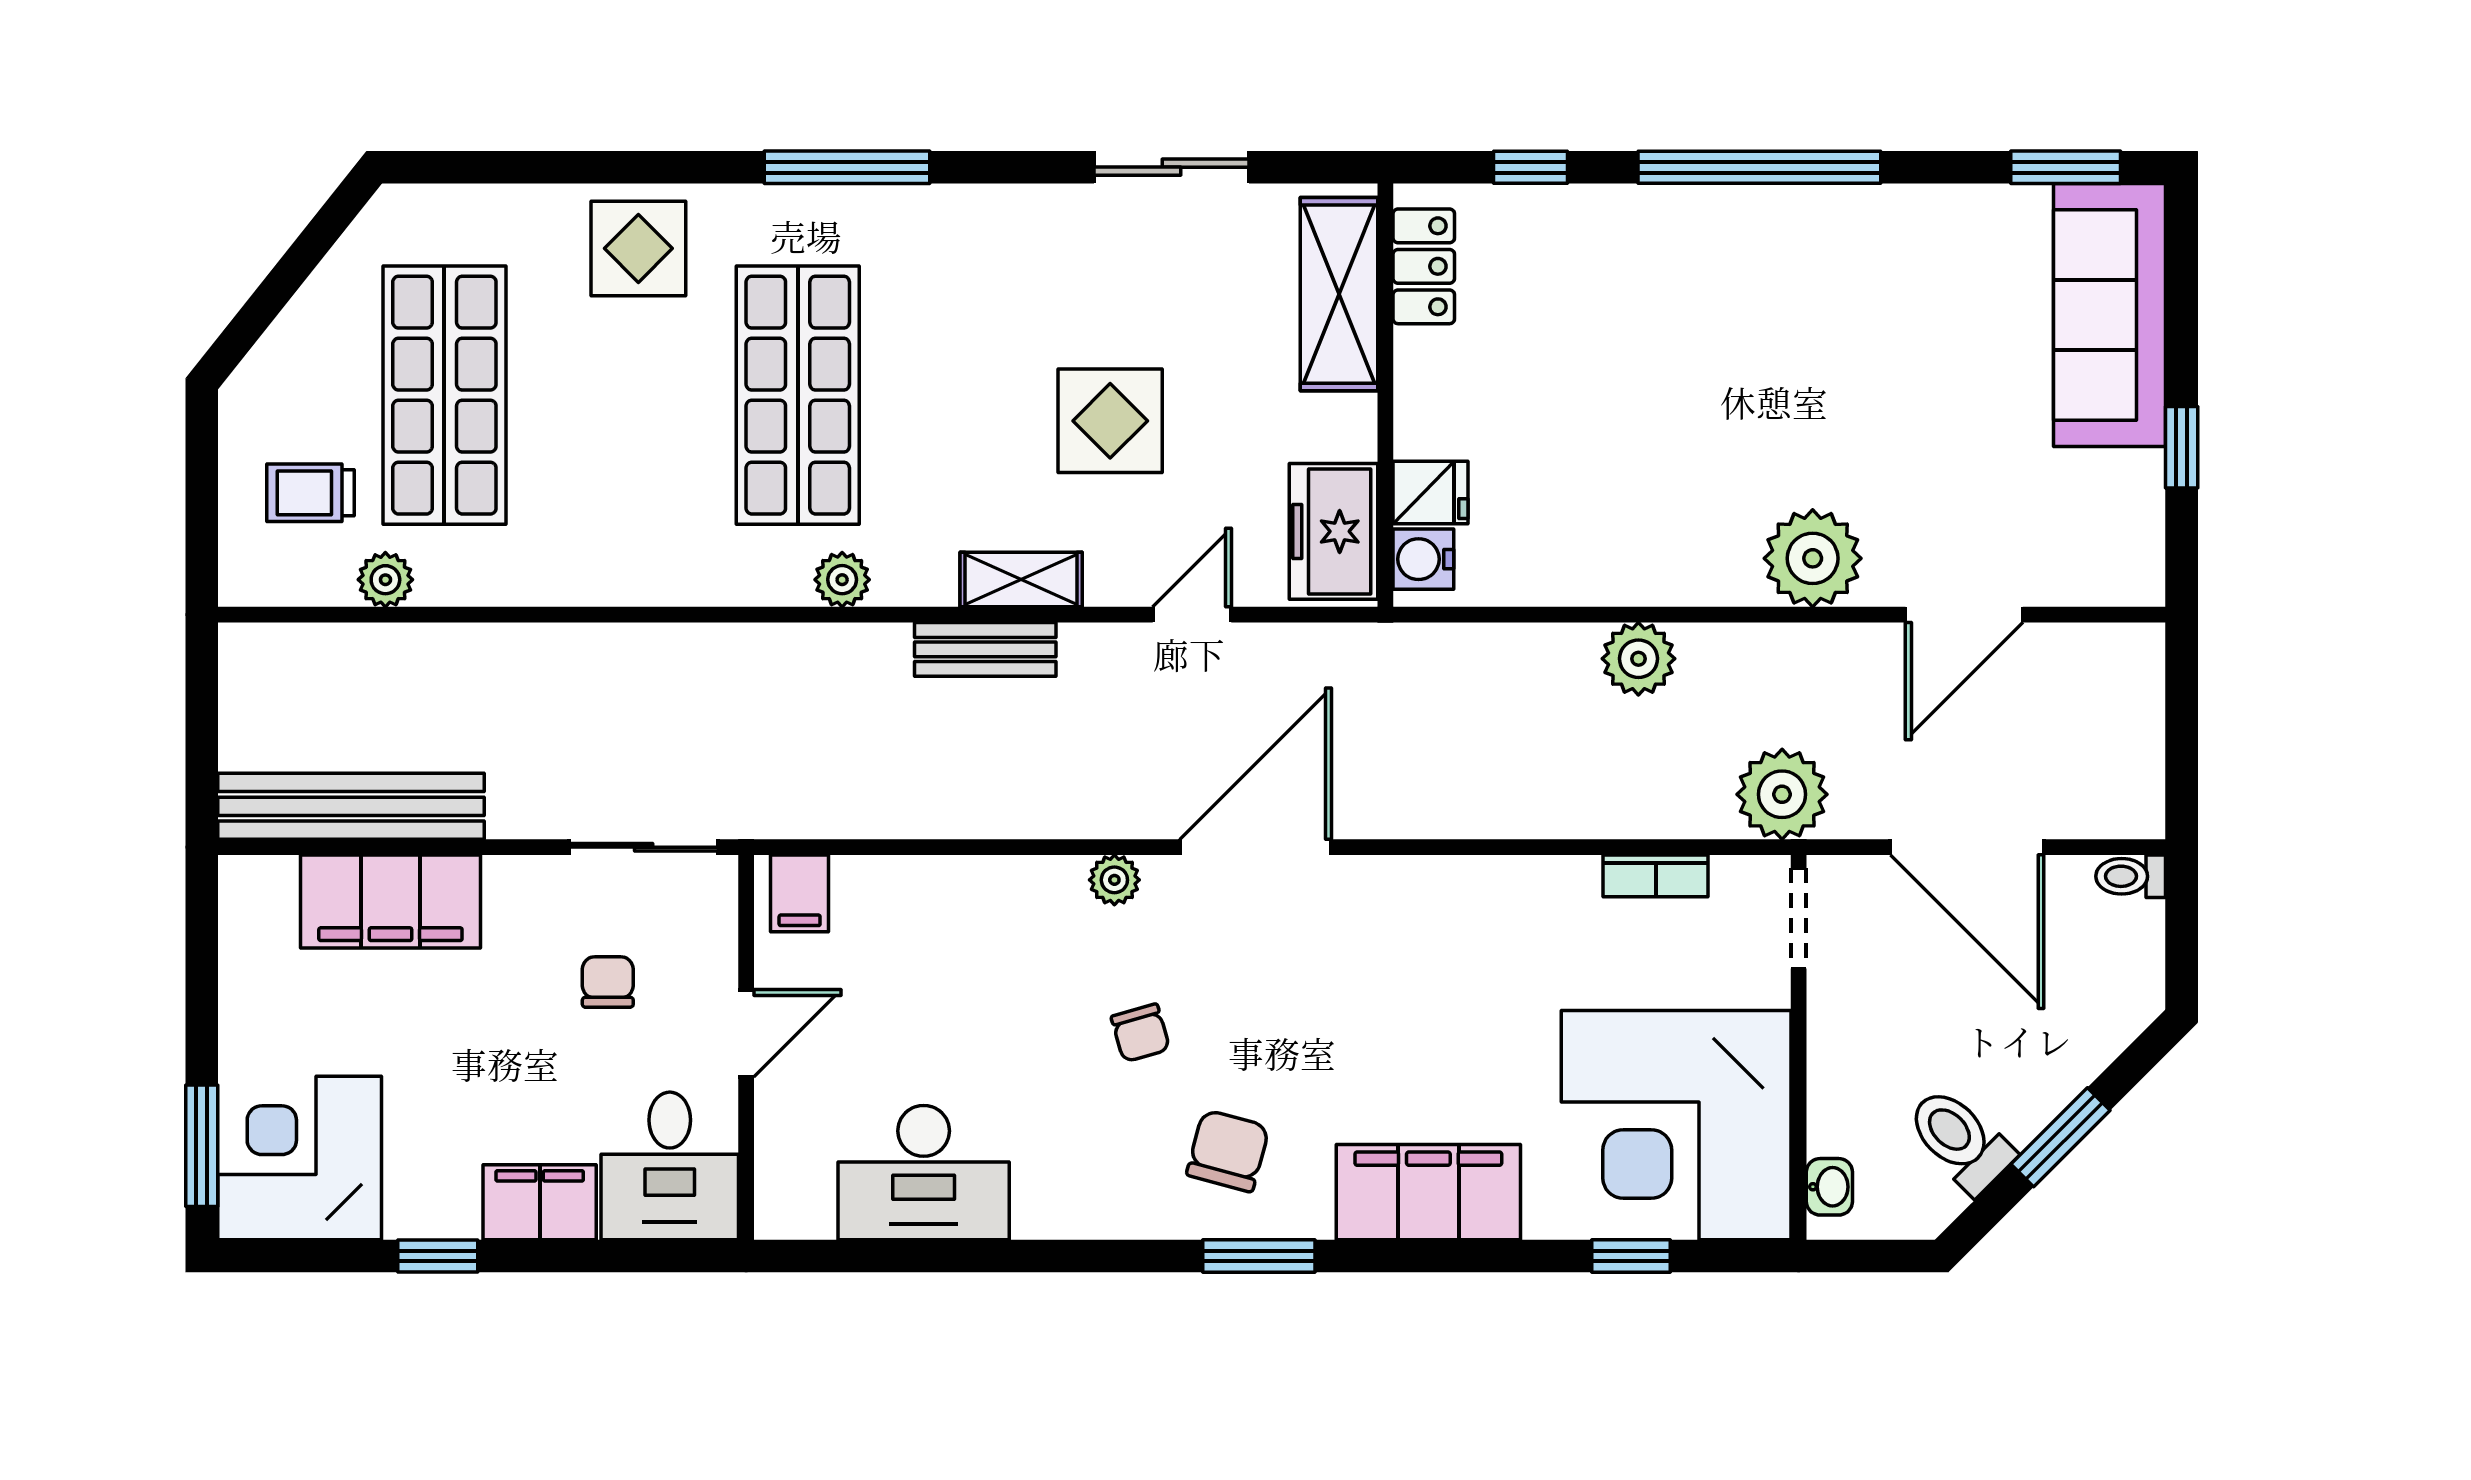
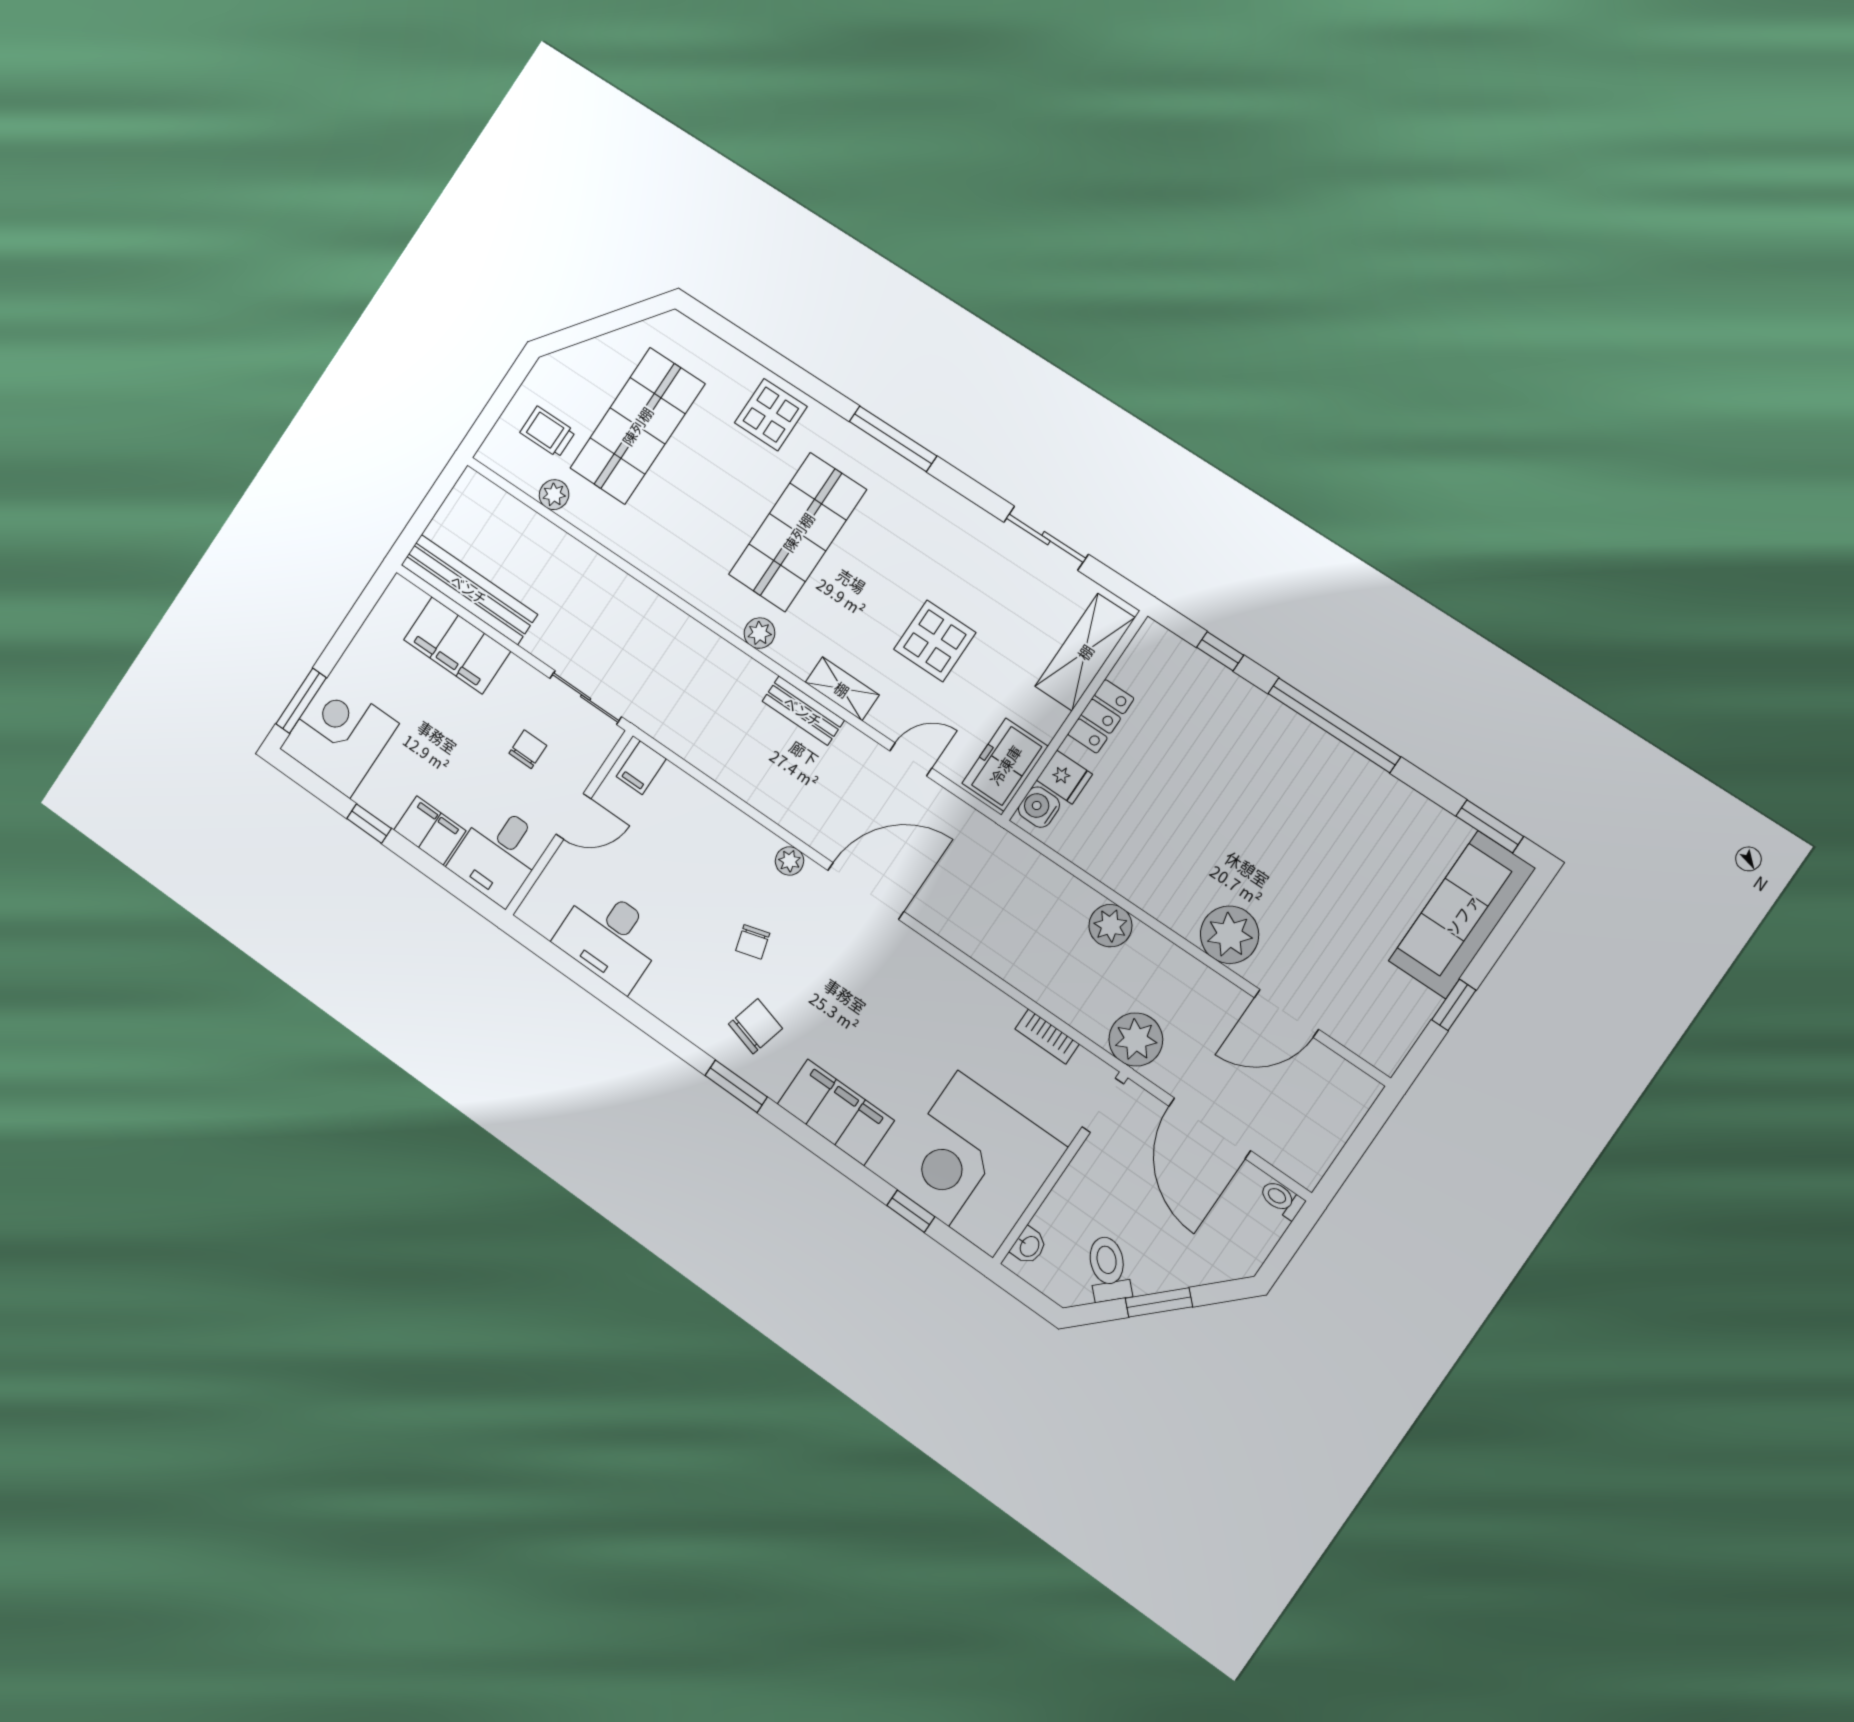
locker: (1424, 266) -> (1101, 716), moved

